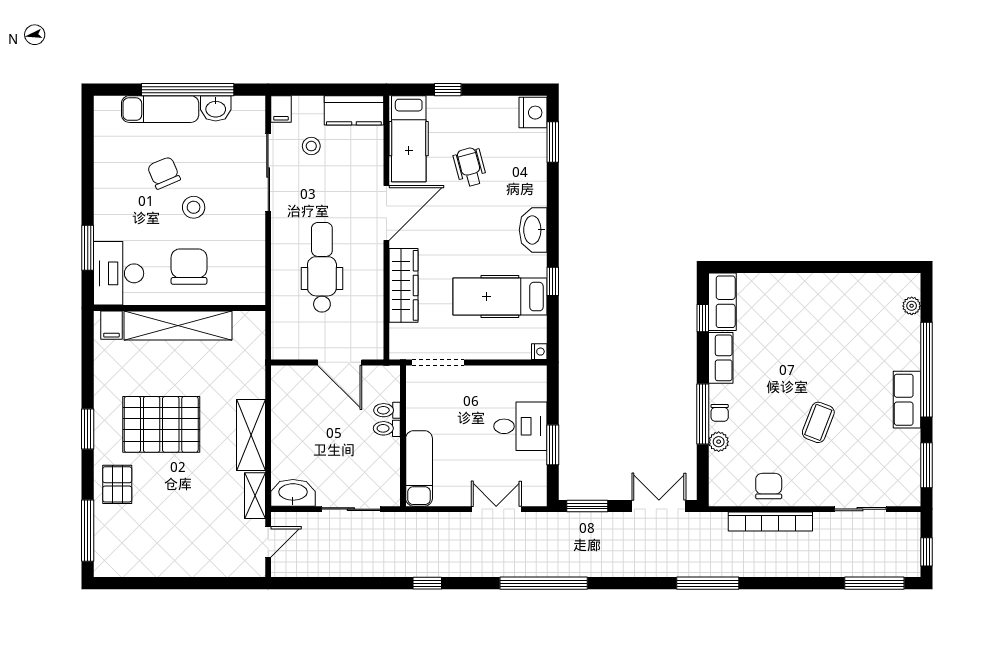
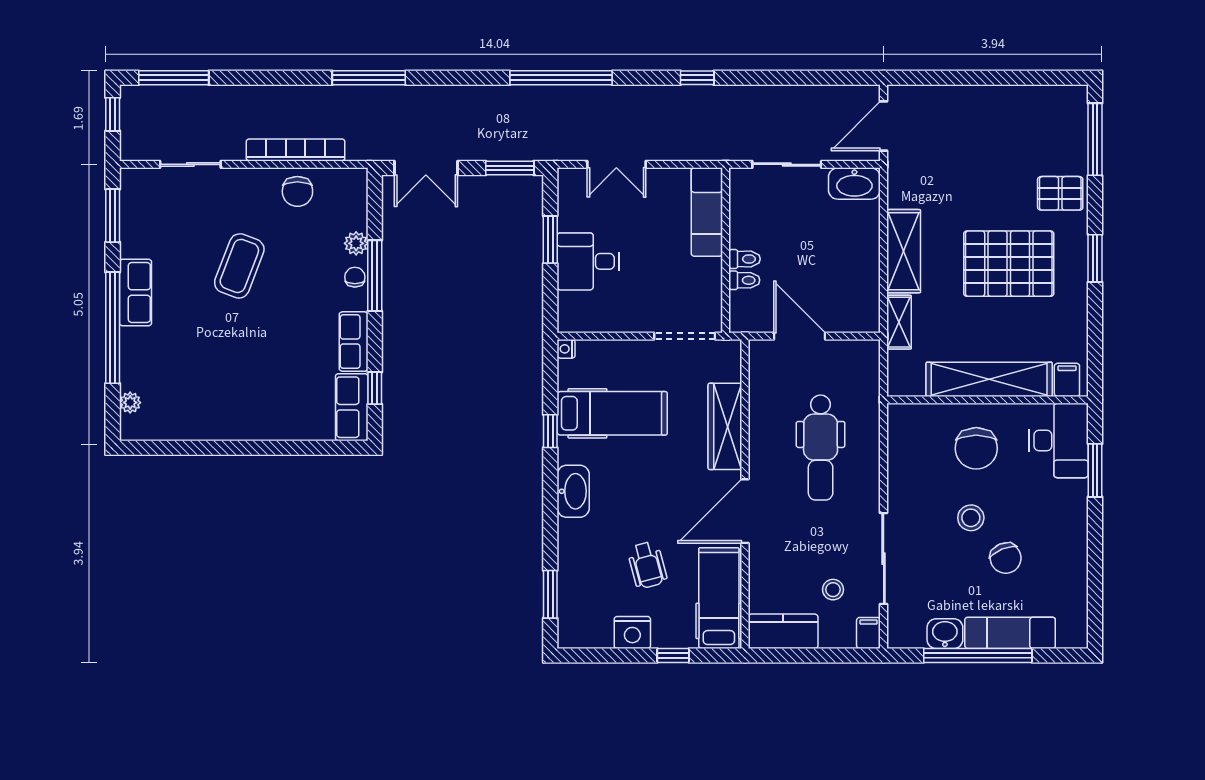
nightstand: (533, 113) -> (632, 632), moved, turned -90
coffee table: (818, 422) -> (239, 266), width x1.36, depth x1.30
pallet: (117, 484) -> (1060, 193), turned 90
shelving: (255, 496) -> (899, 322), moved
door: (268, 542) -> (884, 126), width x1.38

